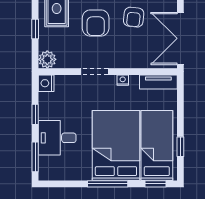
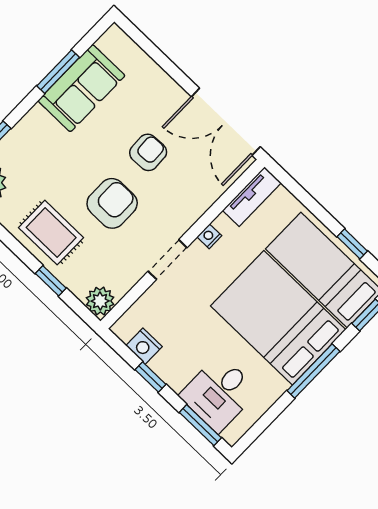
armchair: (134, 17) -> (148, 152), turned -98
armchair: (96, 23) -> (112, 203), turned -90
nightstand: (46, 83) -> (144, 346), moved
desk: (57, 138) -> (219, 393), moved

